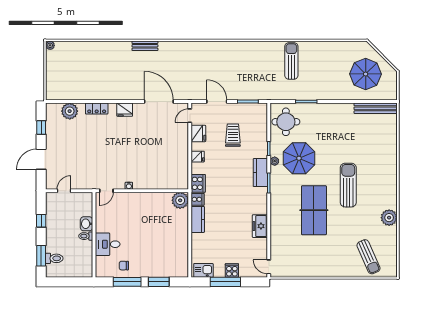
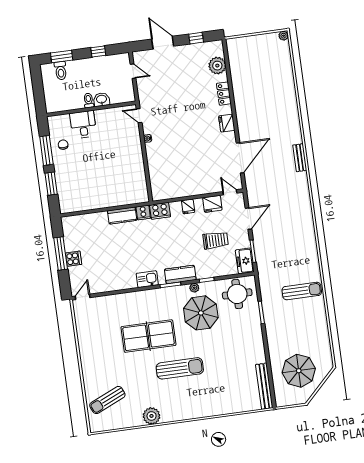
bench: (145, 46) -> (300, 158), moved
plant: (180, 200) -> (140, 194), removed
freezer: (260, 226) -> (245, 261), moved, turned -90
kitchen sink: (203, 270) -> (147, 279), moved, turned -90

